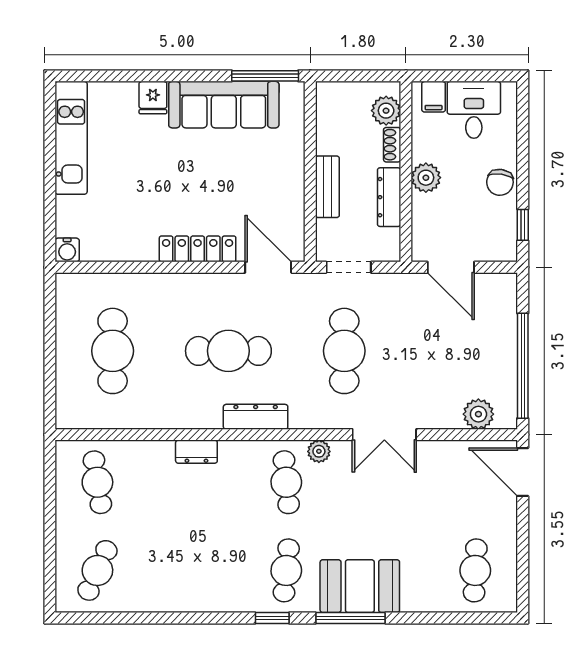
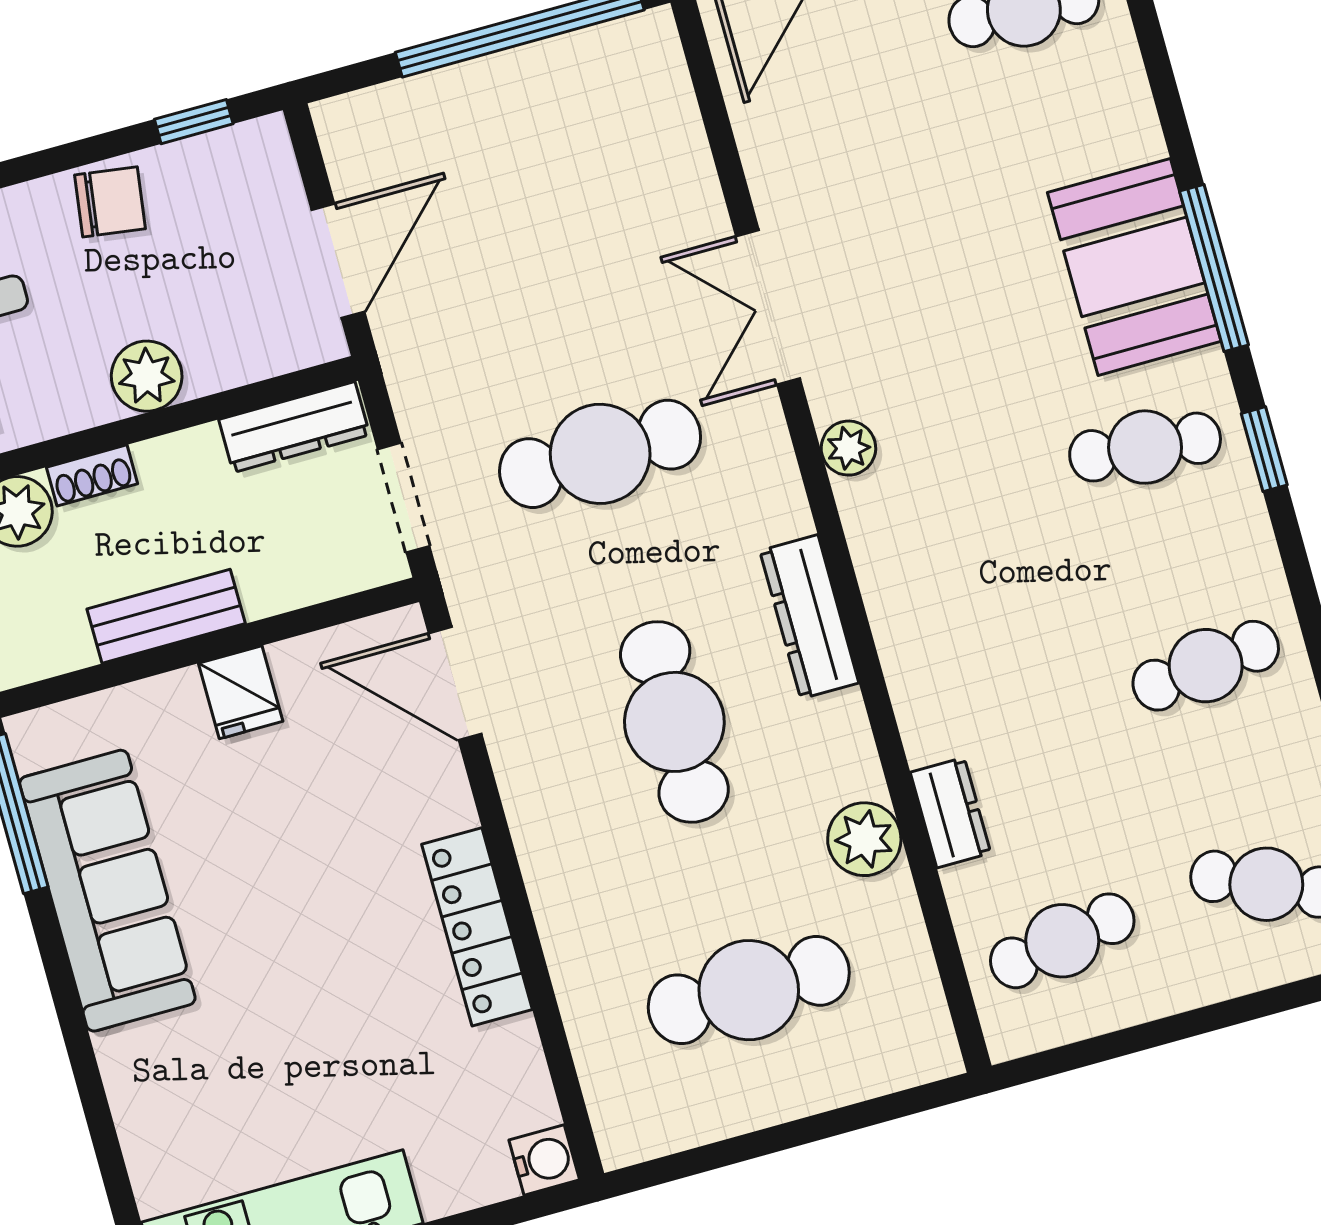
fridge: (153, 98) -> (241, 692), moved, turned 90
bench: (327, 187) -> (166, 616), moved
dresser: (389, 197) -> (294, 427), moved
locker: (198, 249) -> (477, 927), moved
door: (268, 267) -> (455, 684), hinge flipped
plant: (478, 414) -> (864, 839), moved
double door: (384, 435) -> (768, 307), swing flipped
dresser: (196, 452) -> (950, 813), moved
cafe table: (286, 482) -> (1206, 666), moved

